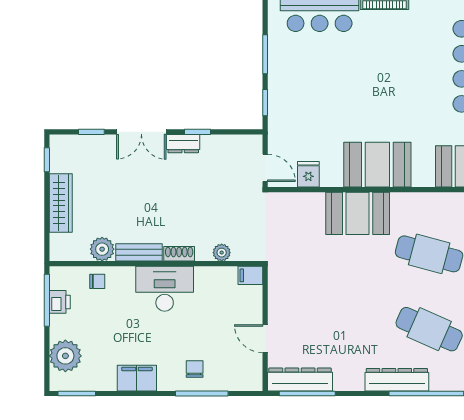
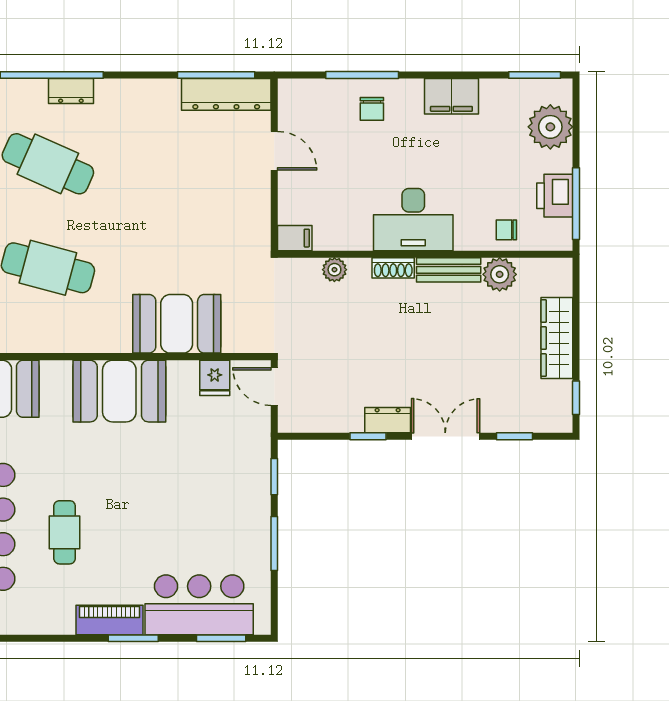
cafe table: (417, 62) -> (65, 532), added
booth: (358, 213) -> (177, 324), moved
printer: (60, 302) -> (555, 196), width x1.36, depth x1.24
dresser: (397, 380) -> (71, 91), width x0.51, depth x0.80

